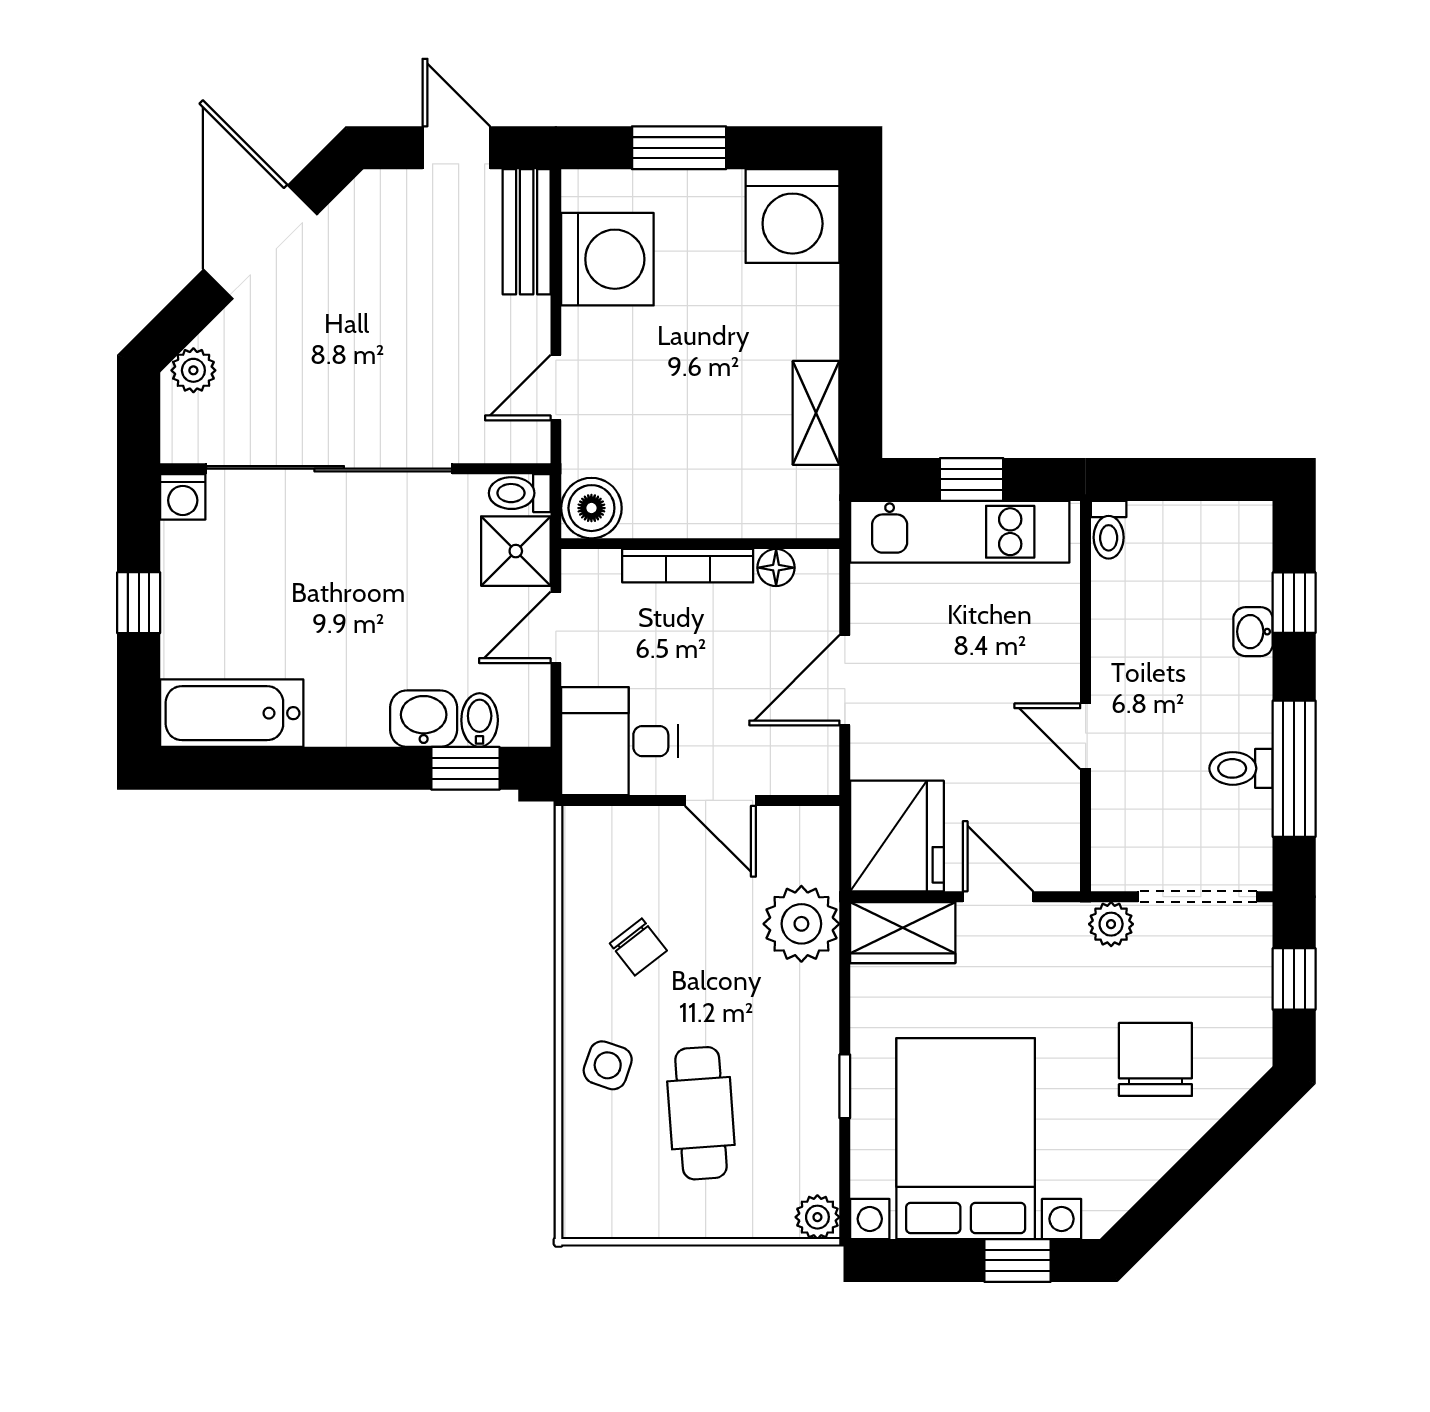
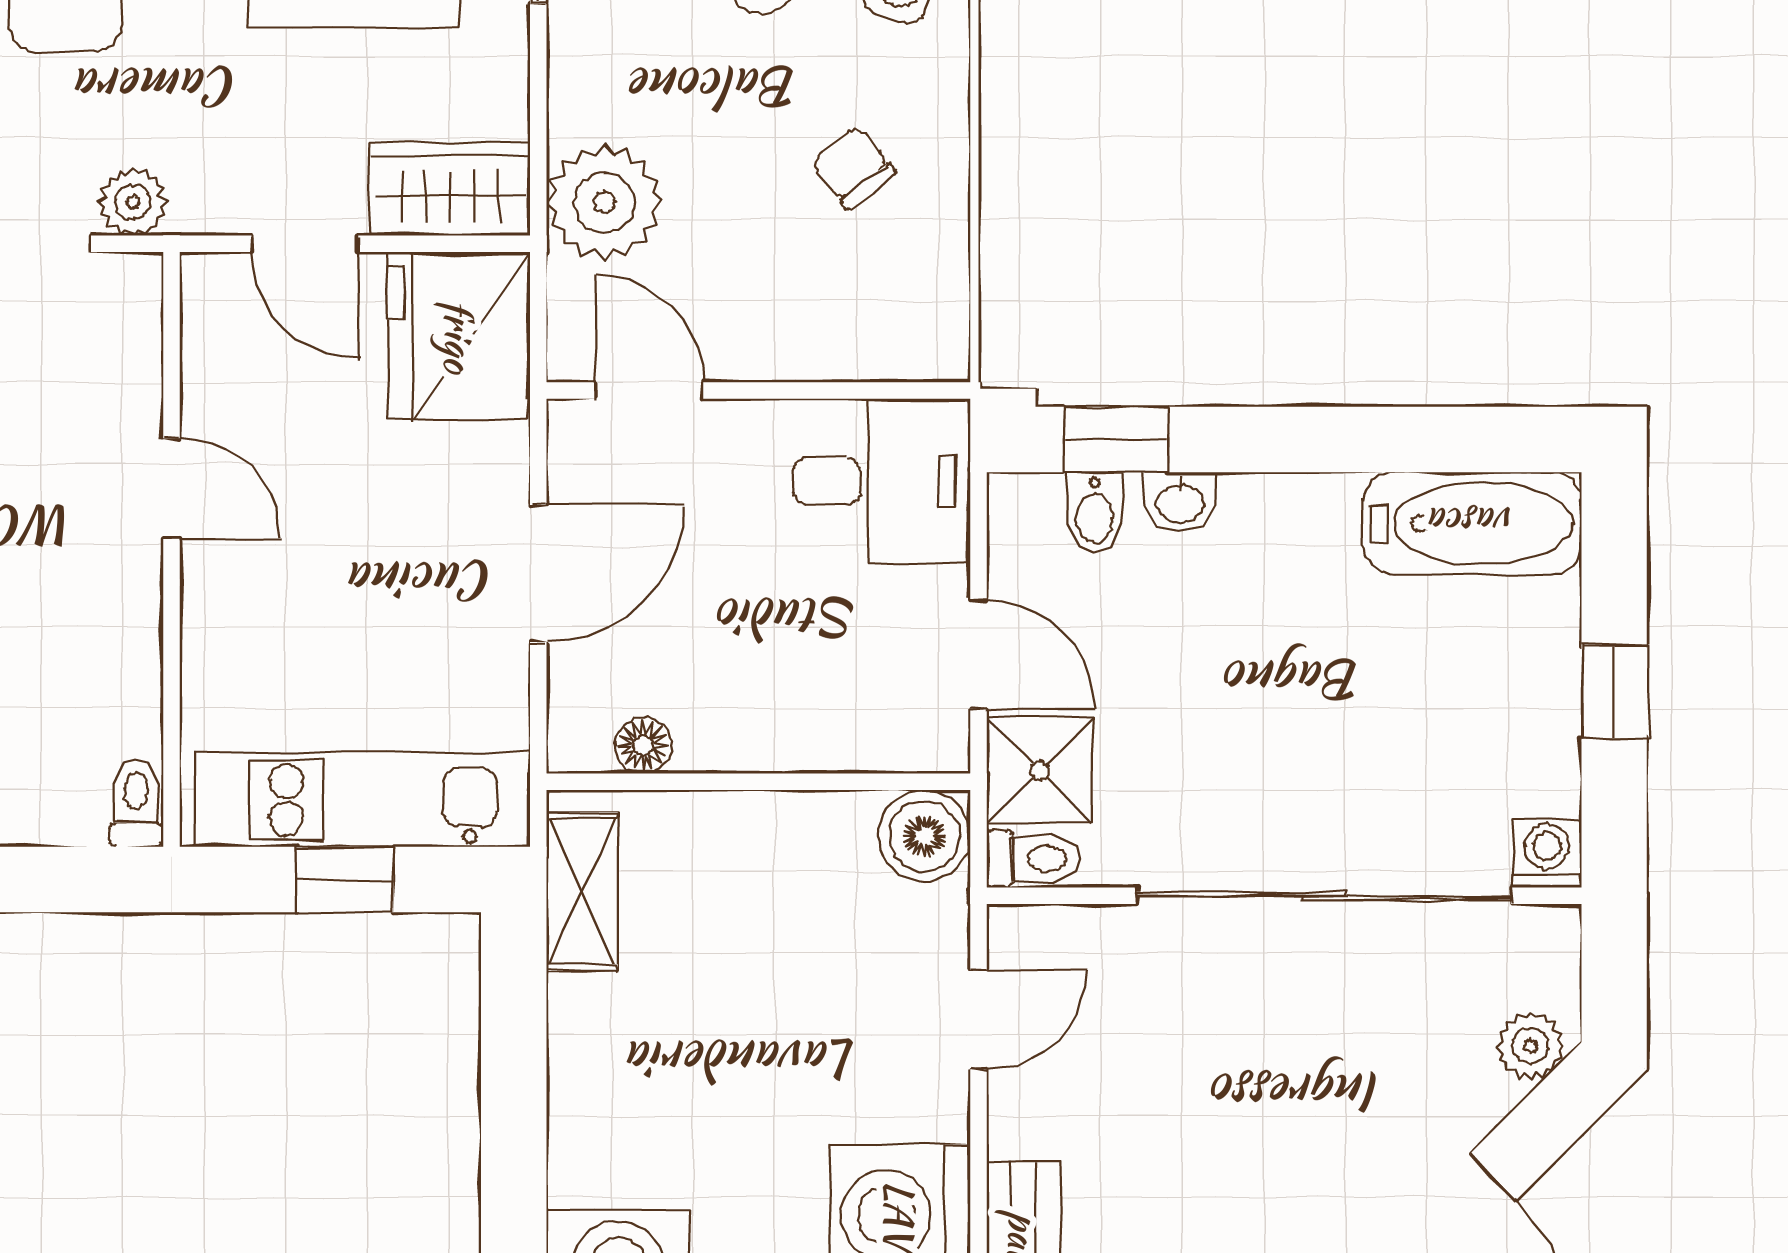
shelving: (816, 413) -> (582, 892), moved
bookcase: (688, 566) -> (778, 748), removed
door: (556, 627) -> (978, 654), hinge flipped
washbasin: (424, 719) -> (1180, 502), width x0.72, depth x0.69
door: (720, 800) -> (649, 391), moved

